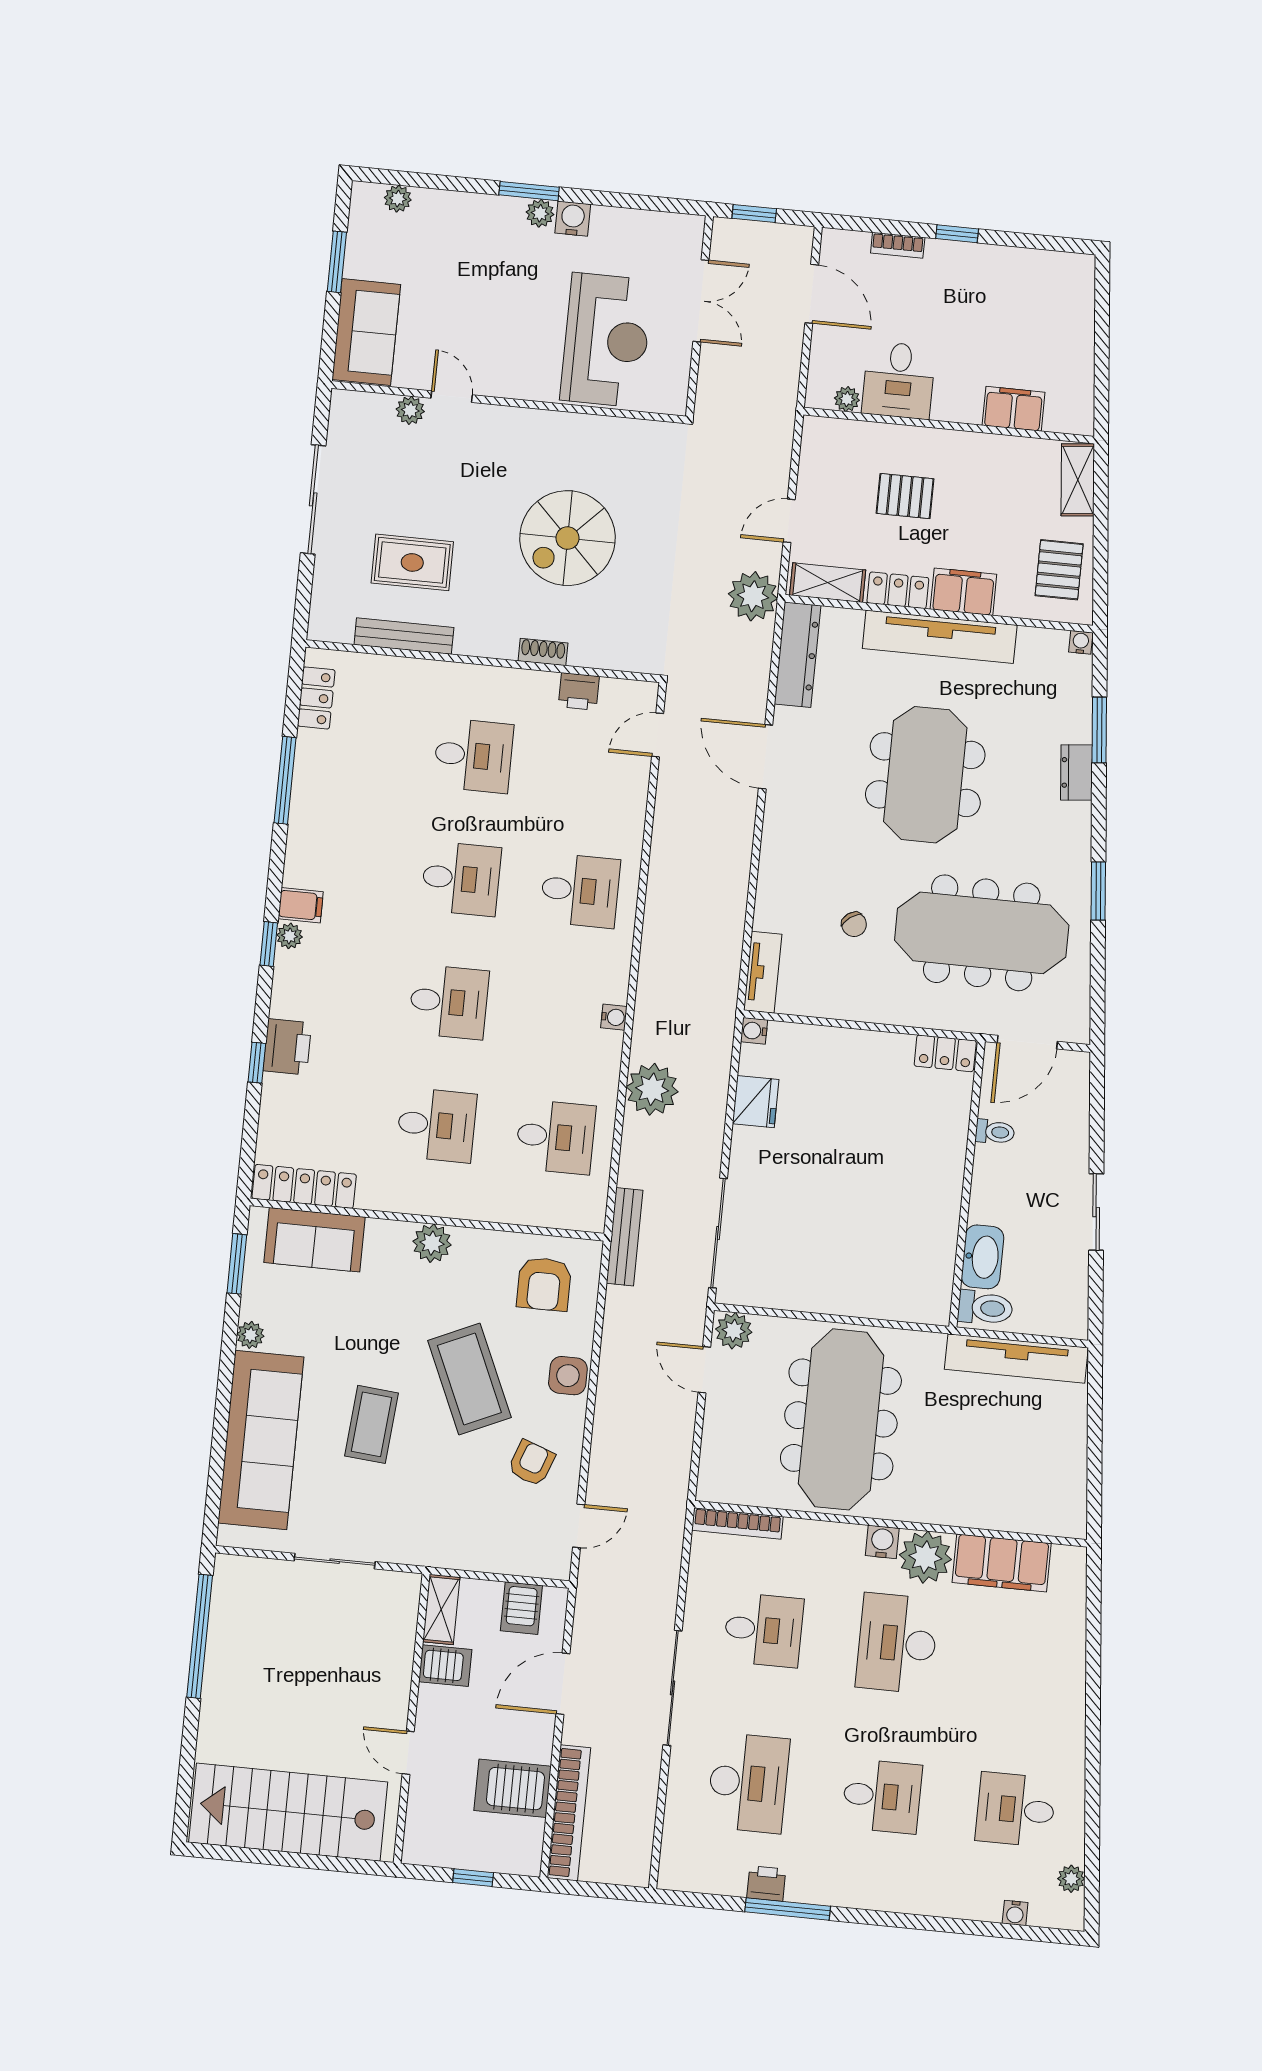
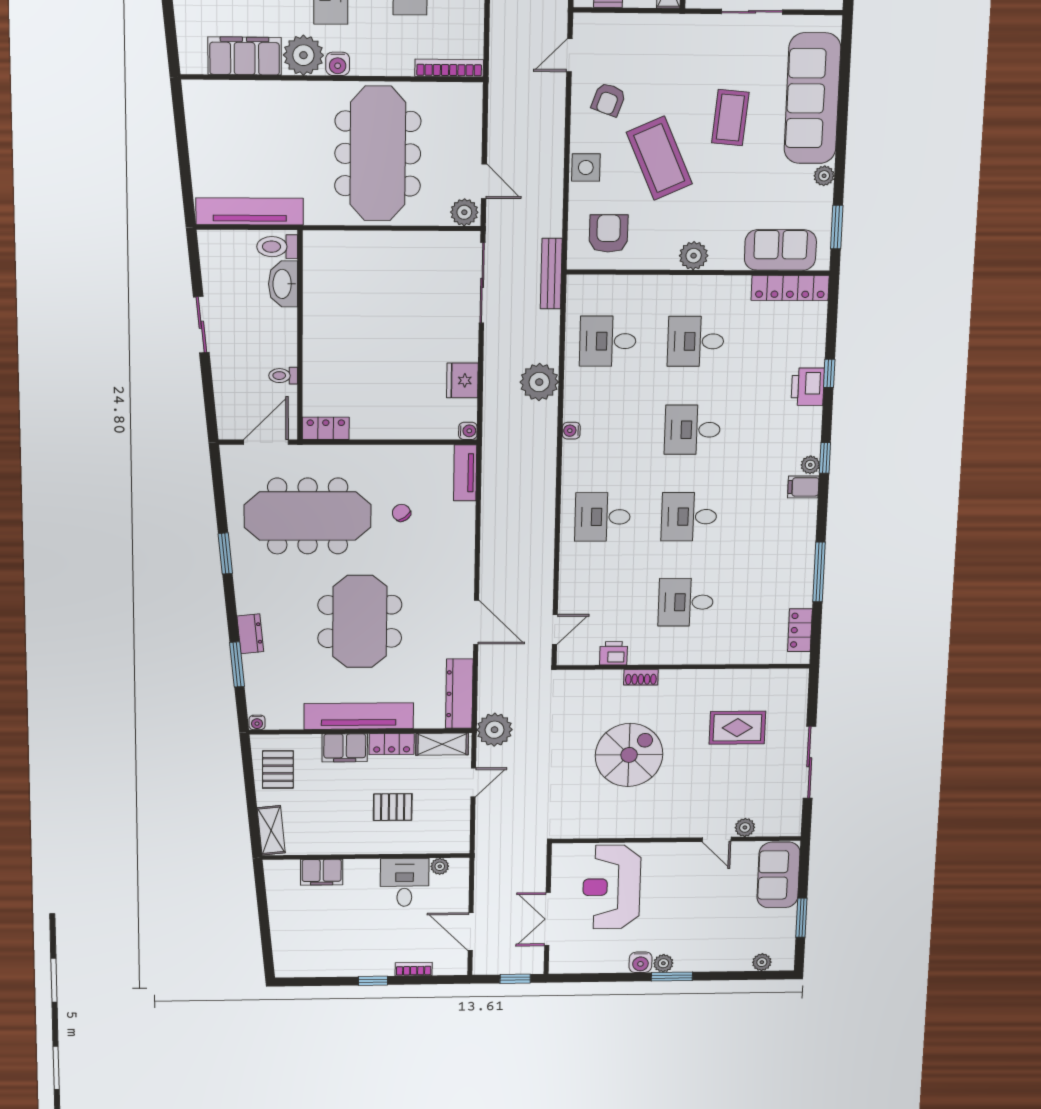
bench: (404, 636) -> (740, 678), removed

